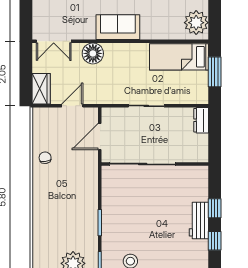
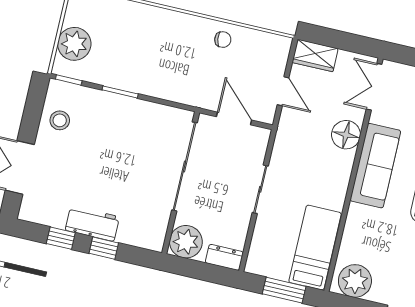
sofa: (118, 27) -> (375, 166), width x1.36
plant: (196, 150) -> (186, 242), added

